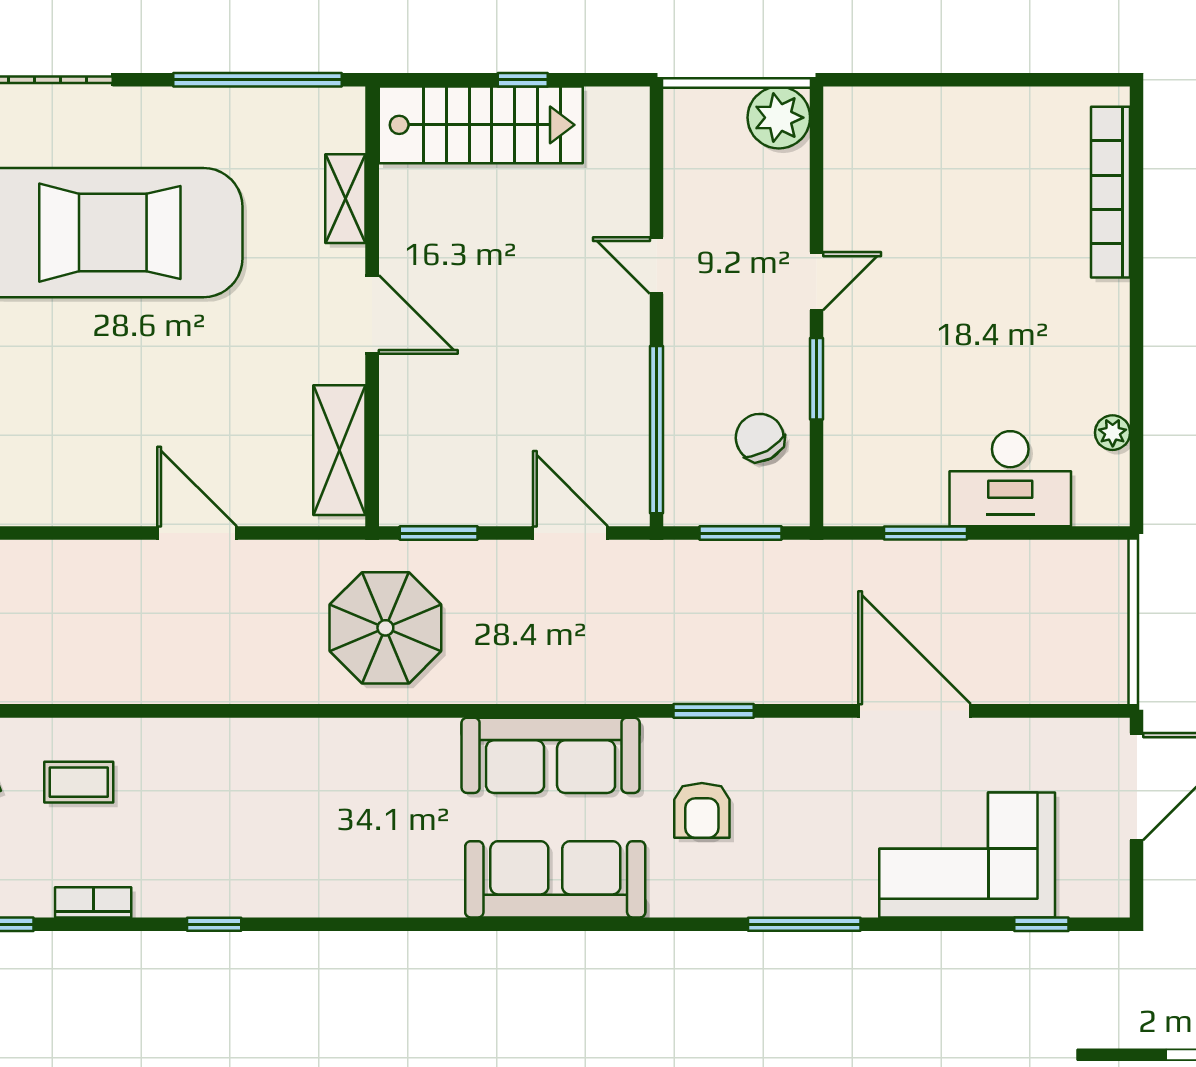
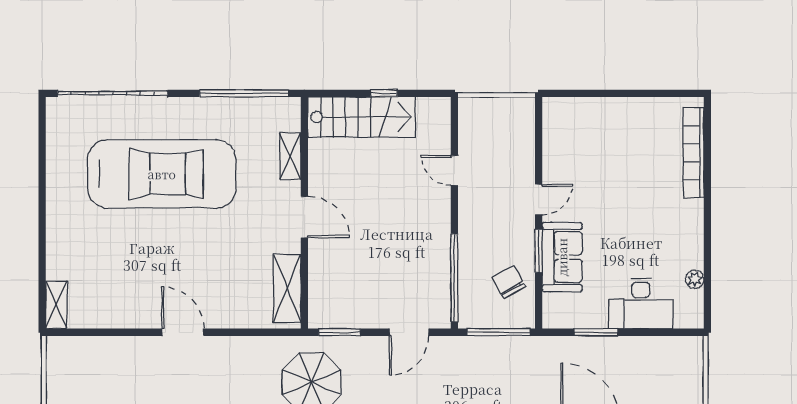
plant: (779, 118) -> (519, 113), removed
door: (657, 265) -> (454, 170), moved
sofa: (861, 390) -> (562, 257), added
door: (197, 533) -> (183, 332), moved
door: (570, 533) -> (409, 332), swing flipped
window: (740, 533) -> (499, 332), width x1.44

